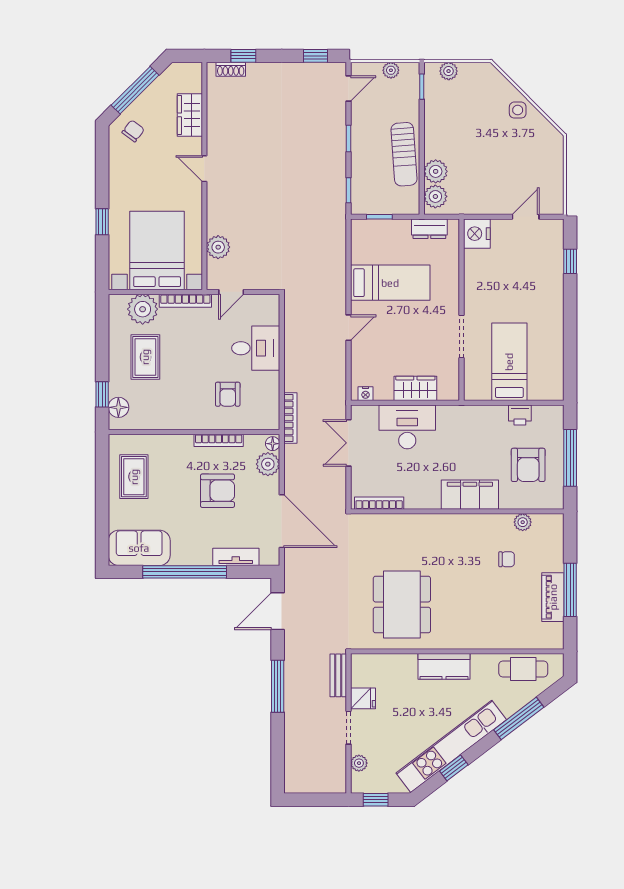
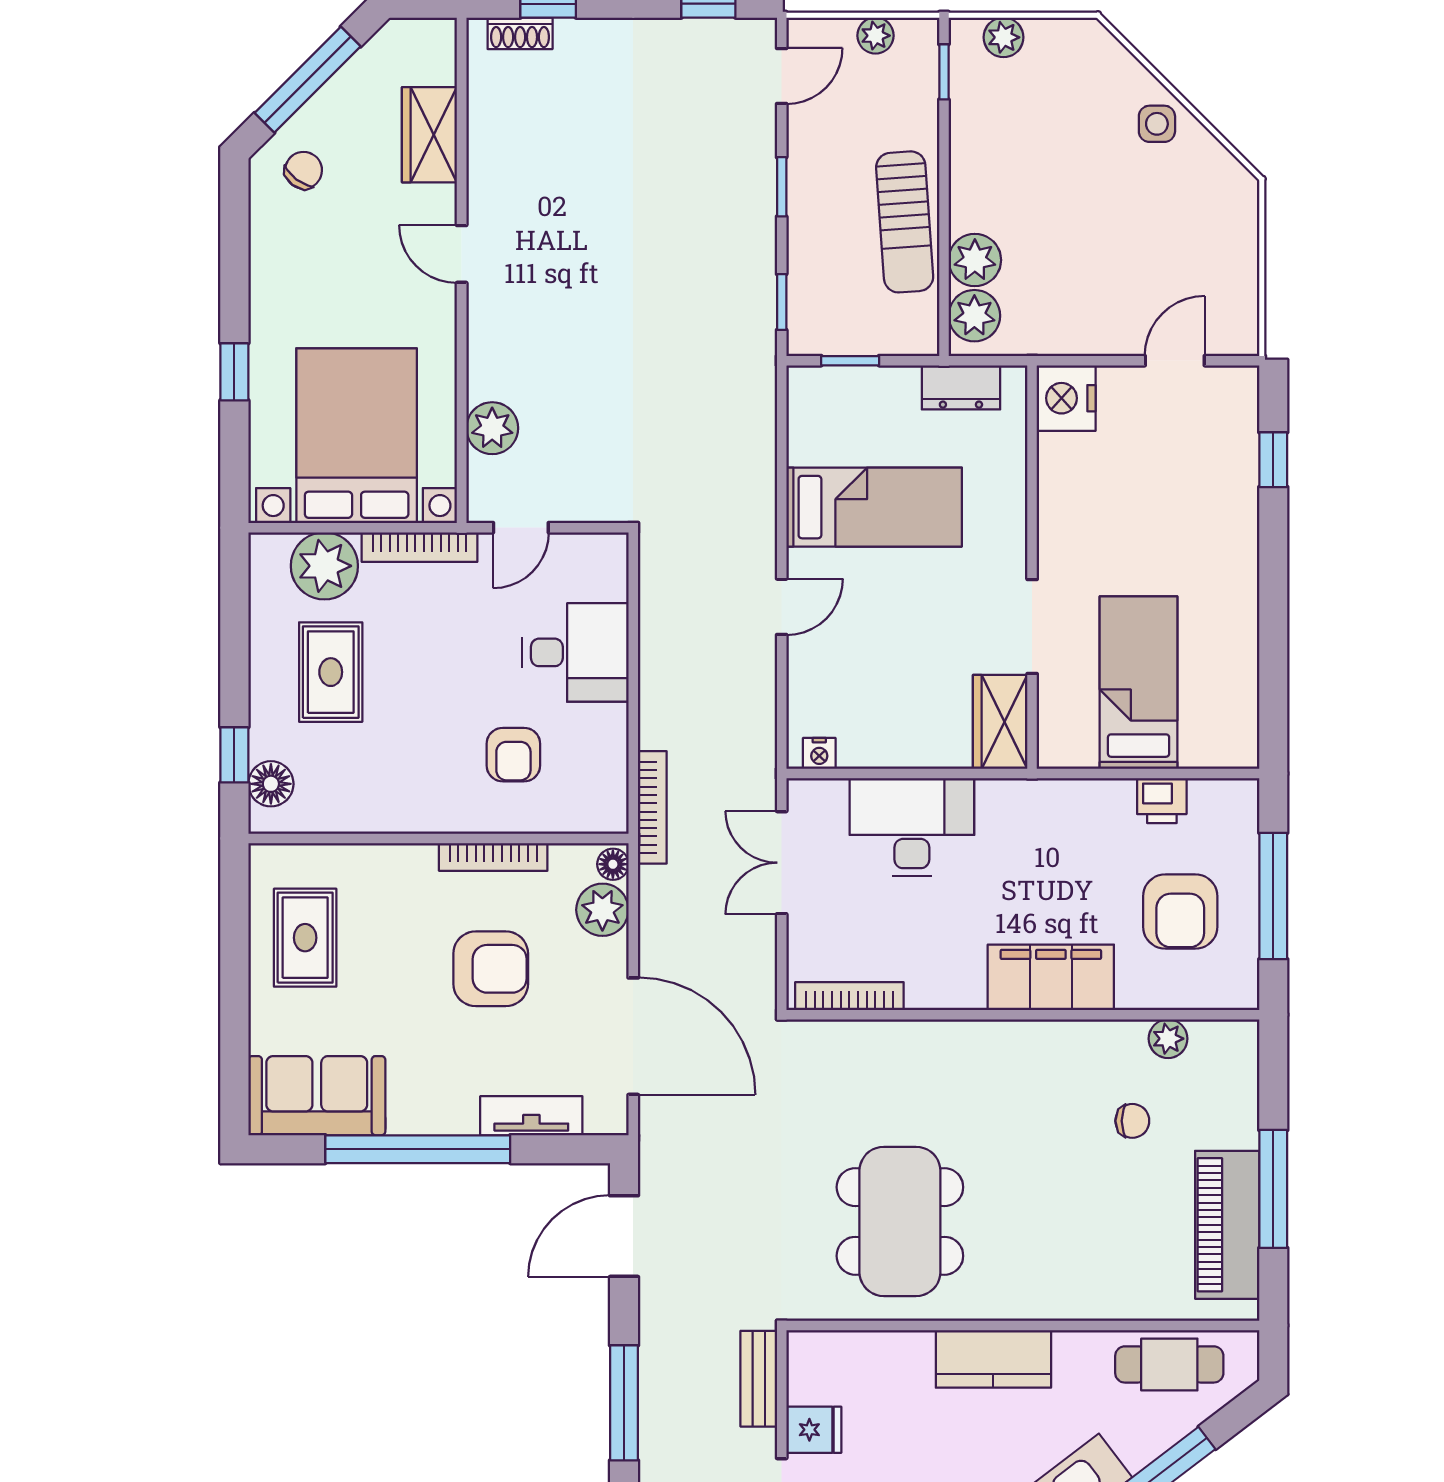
wardrobe: (415, 388) -> (1000, 722), moved, turned -90
piano: (553, 597) -> (1227, 1225), width x1.37, depth x1.33

